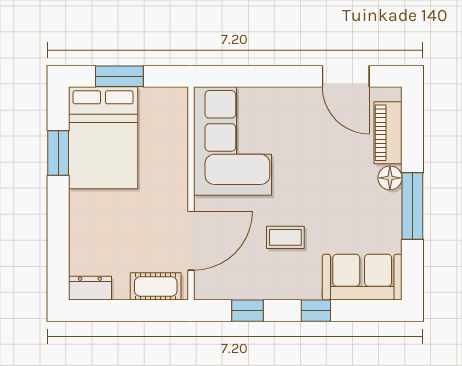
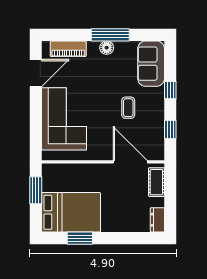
window: (119, 76) -> (36, 190), moved
corner sofa: (232, 141) -> (64, 119), moved, turned 90
floor lamp: (390, 178) -> (107, 48), moved

